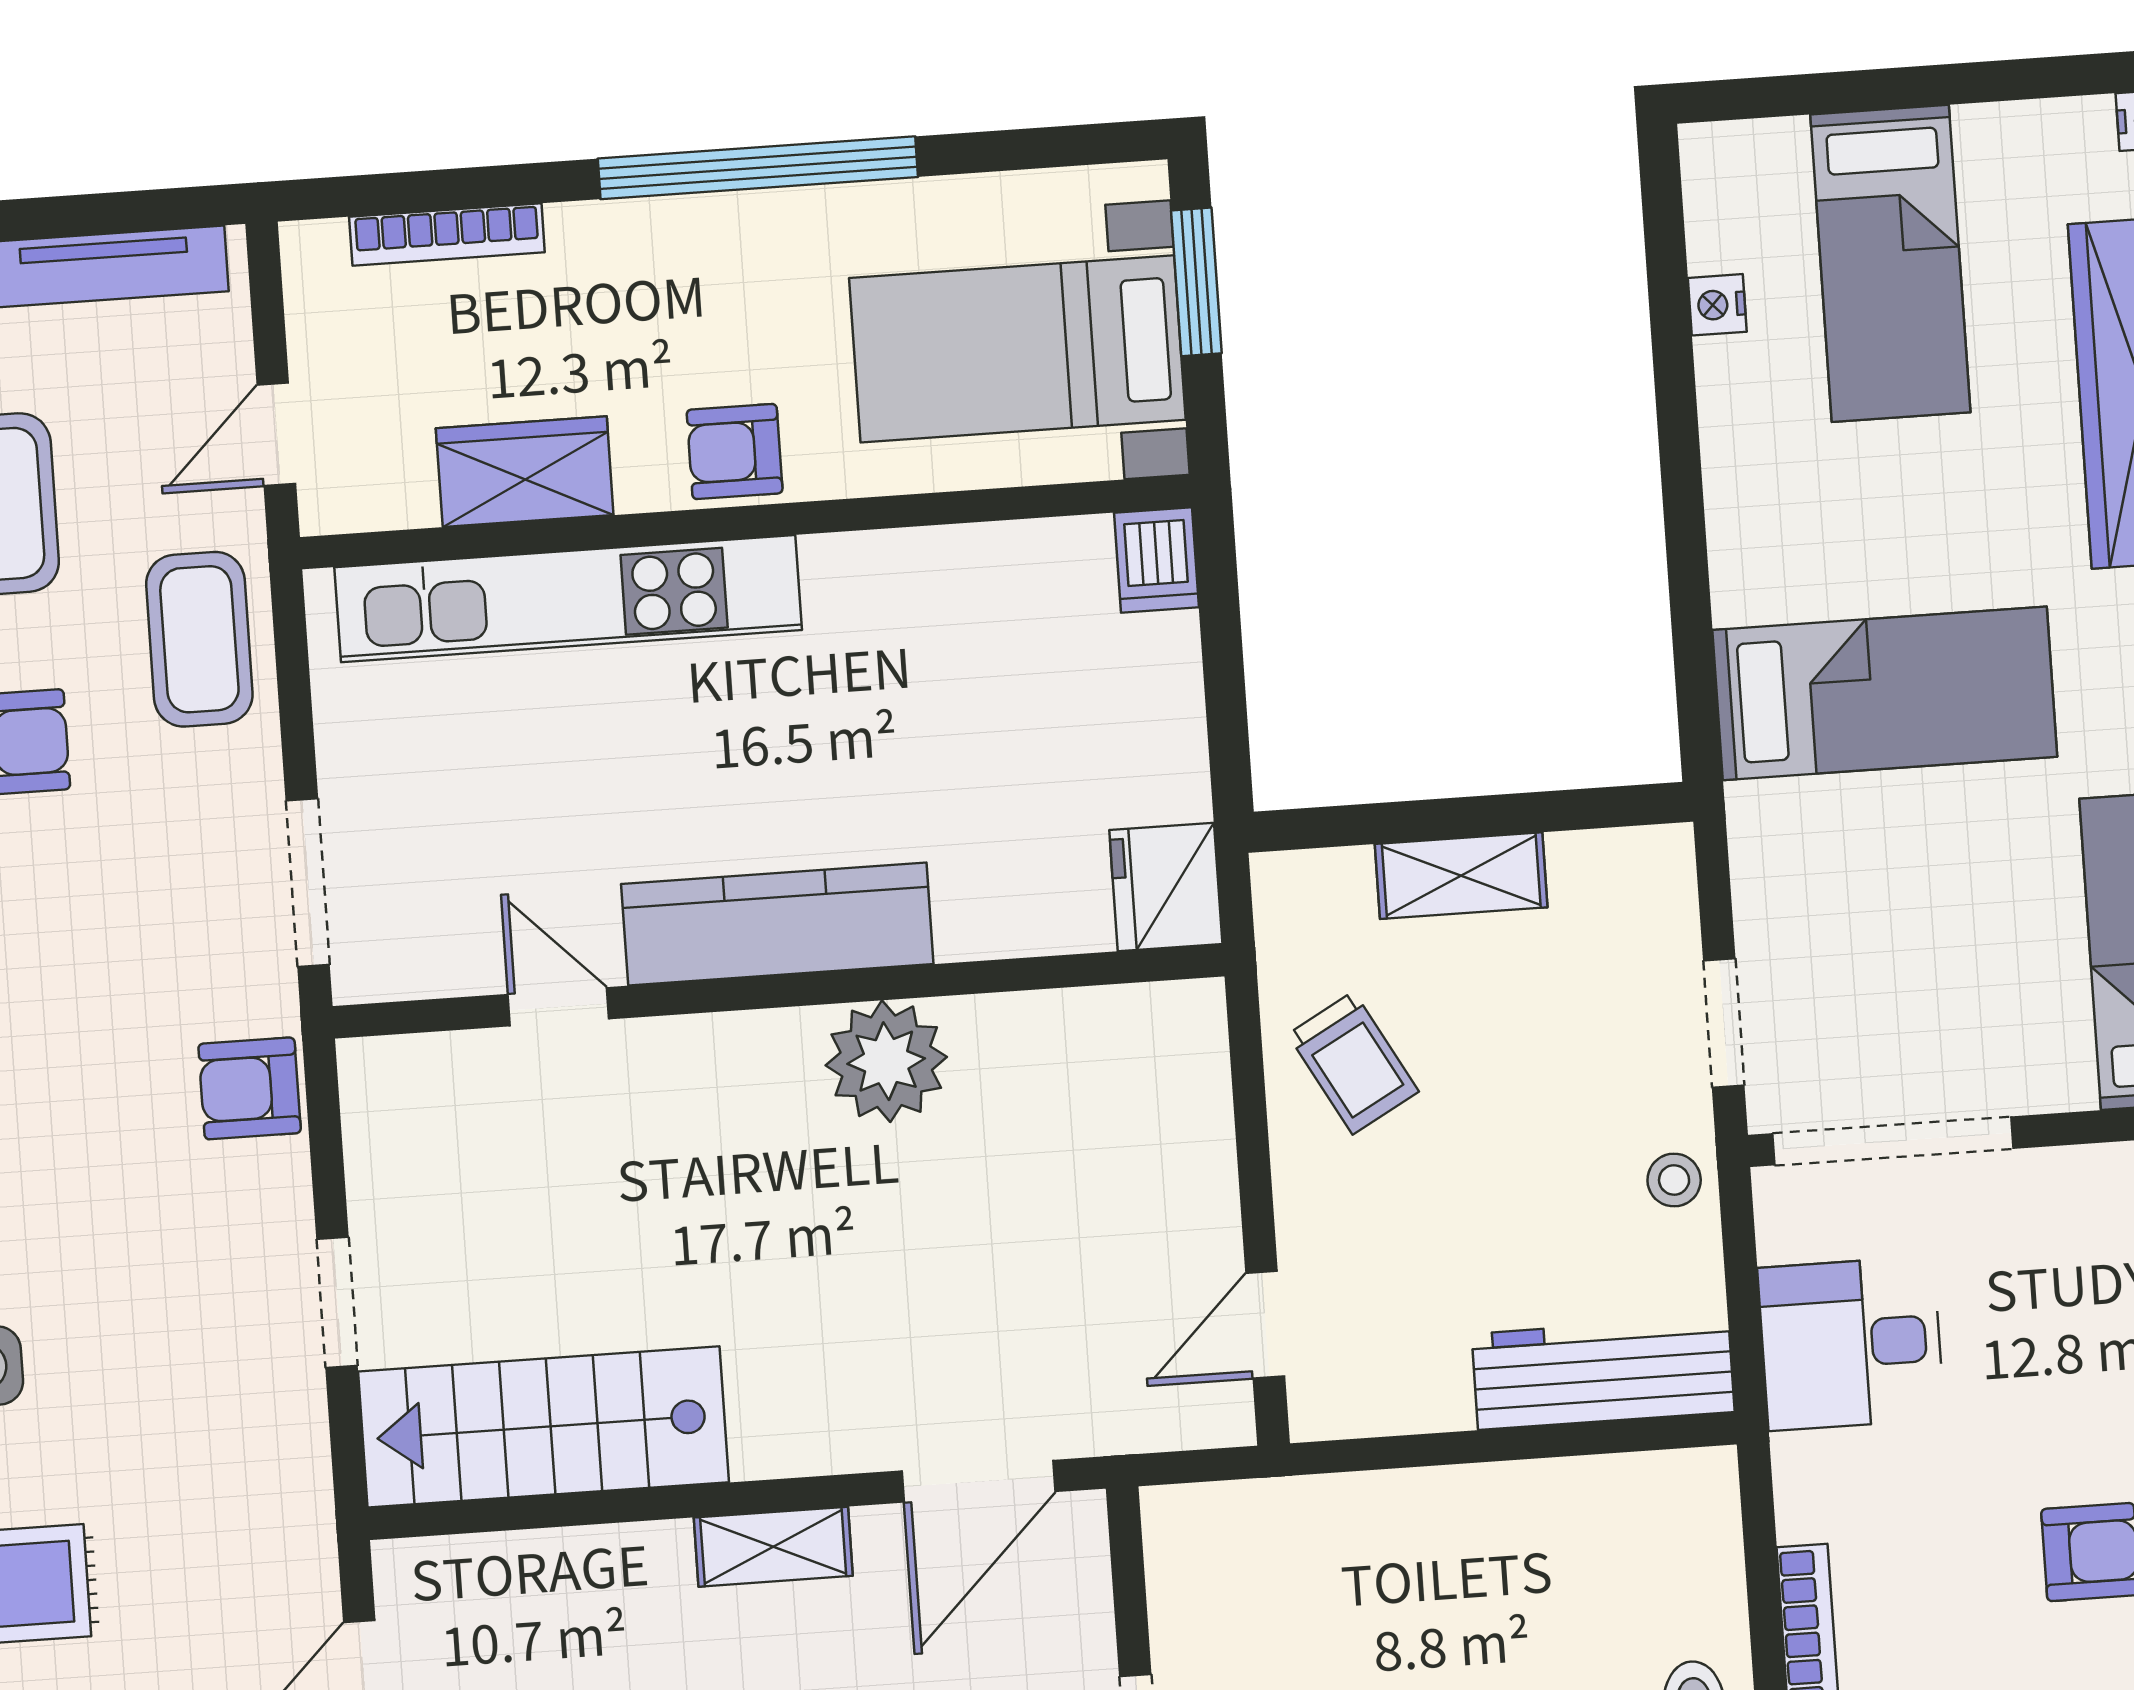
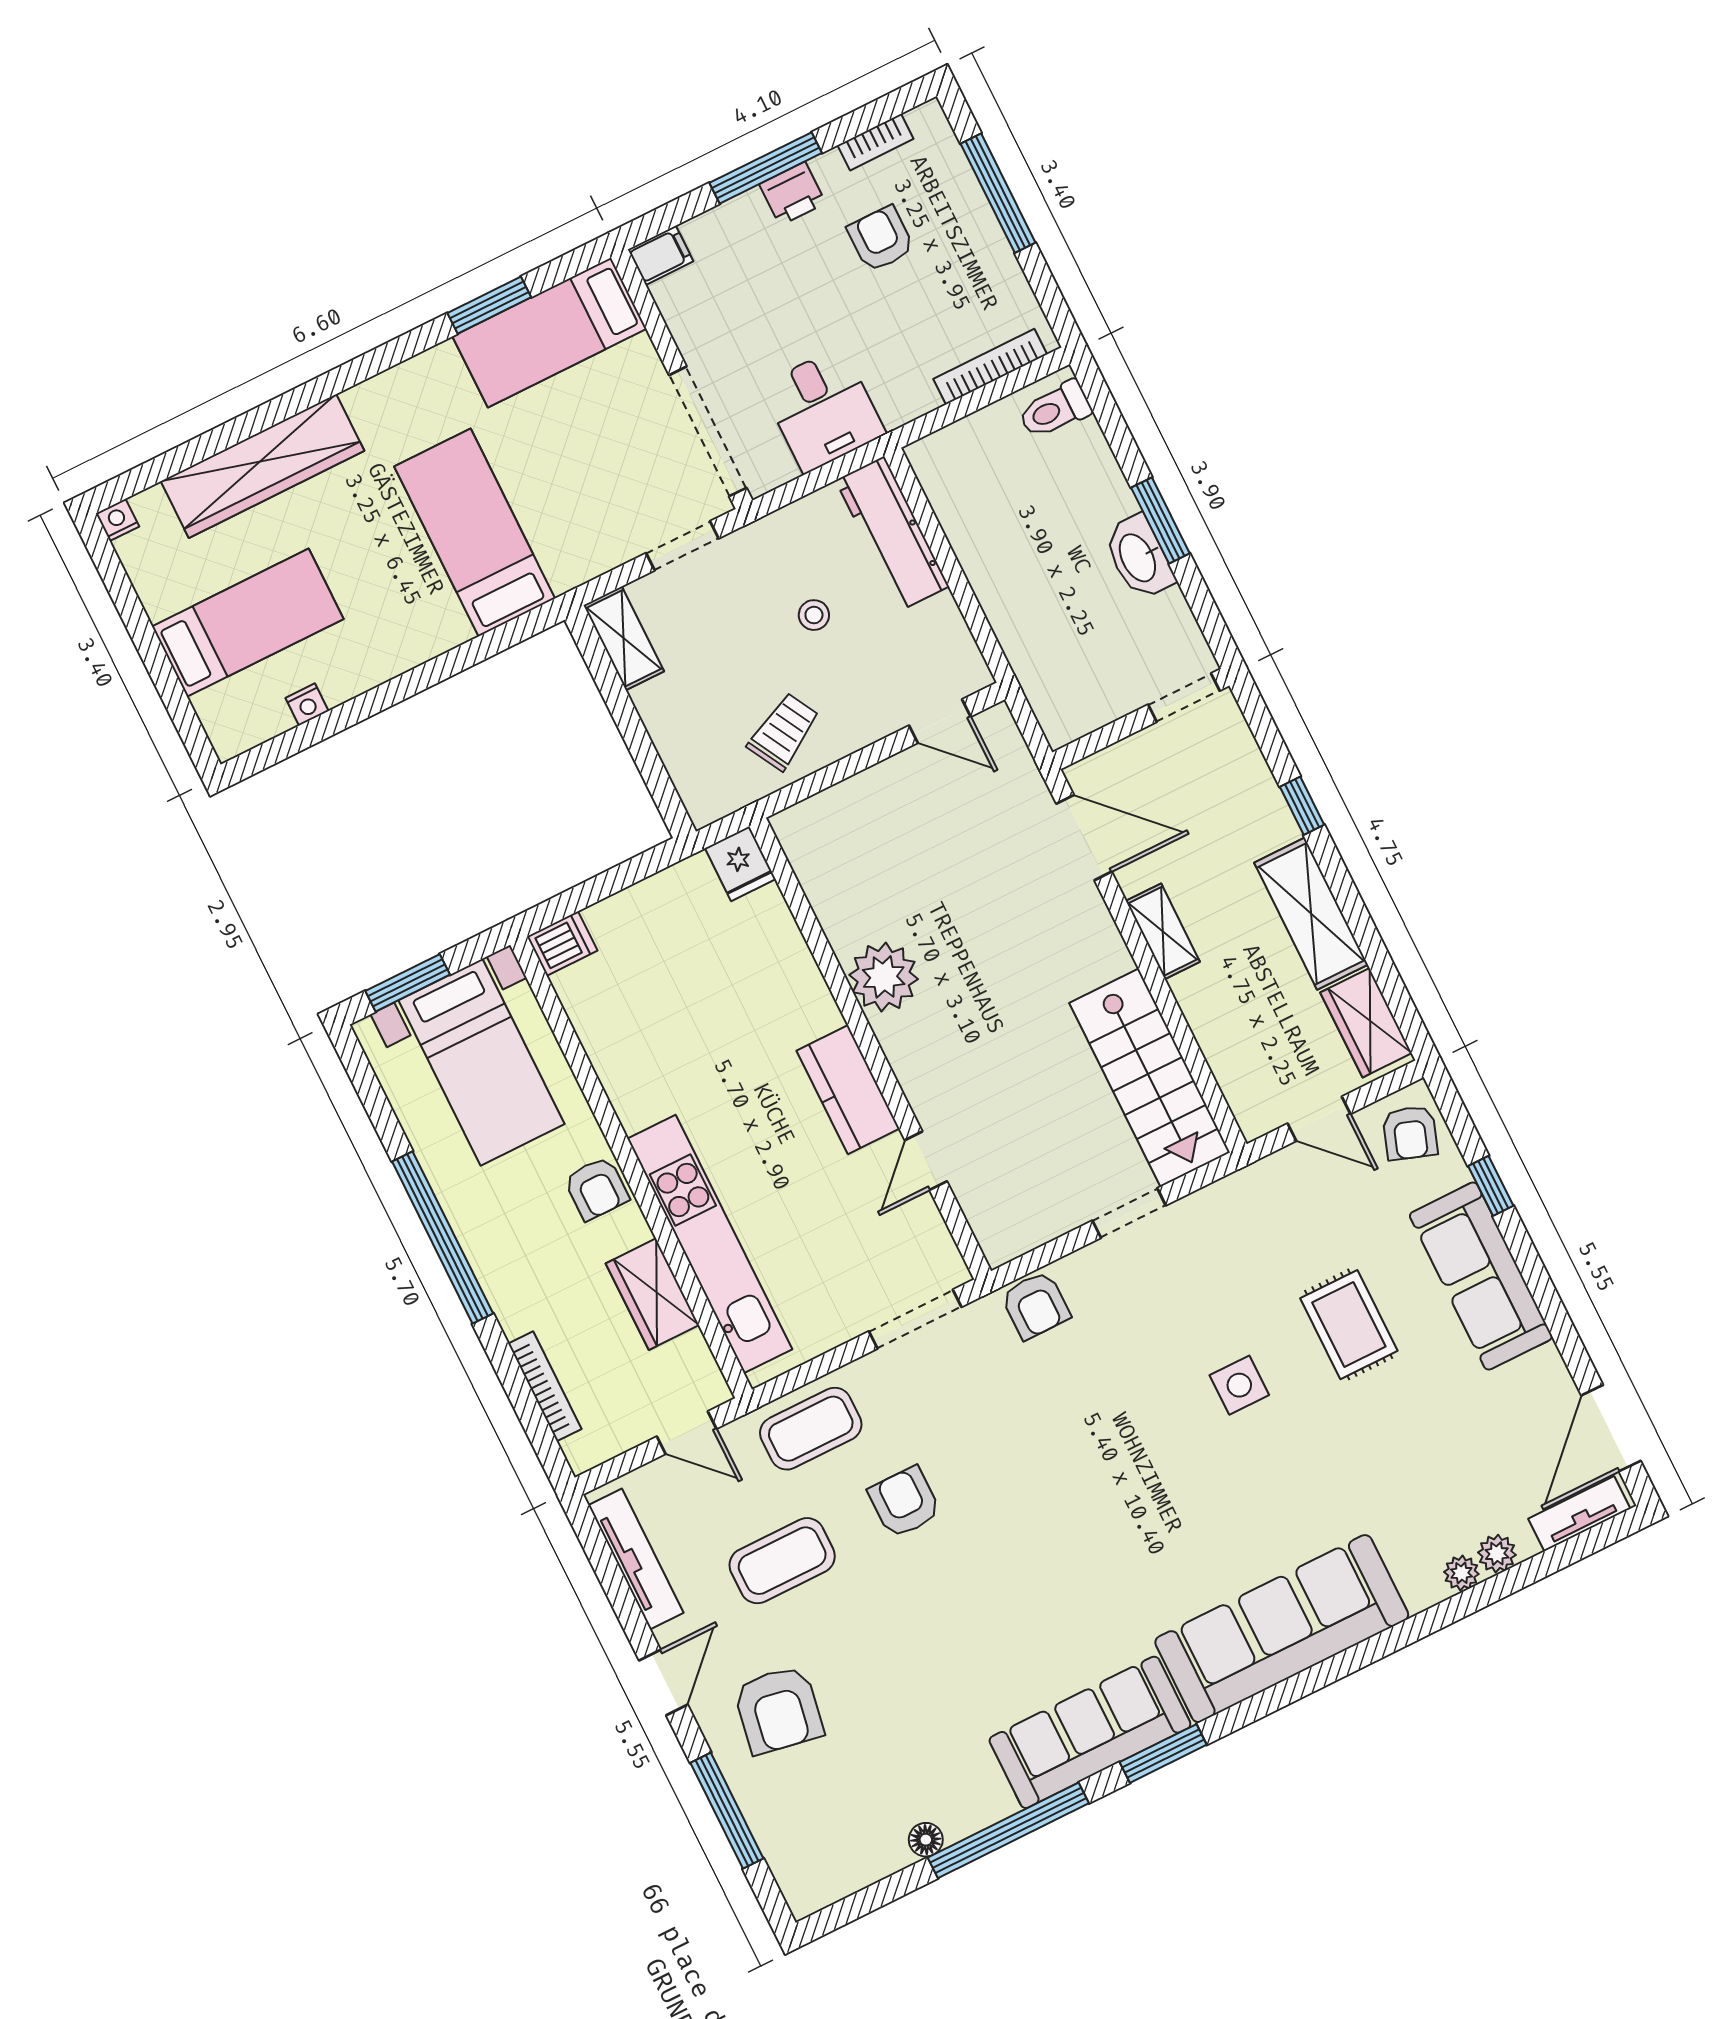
shelving: (1461, 876) -> (624, 638), moved
fridge: (1166, 887) -> (740, 864), width x0.72
kitchen counter: (777, 924) -> (848, 1090), width x0.67
stool: (1674, 1180) -> (814, 615), moved

